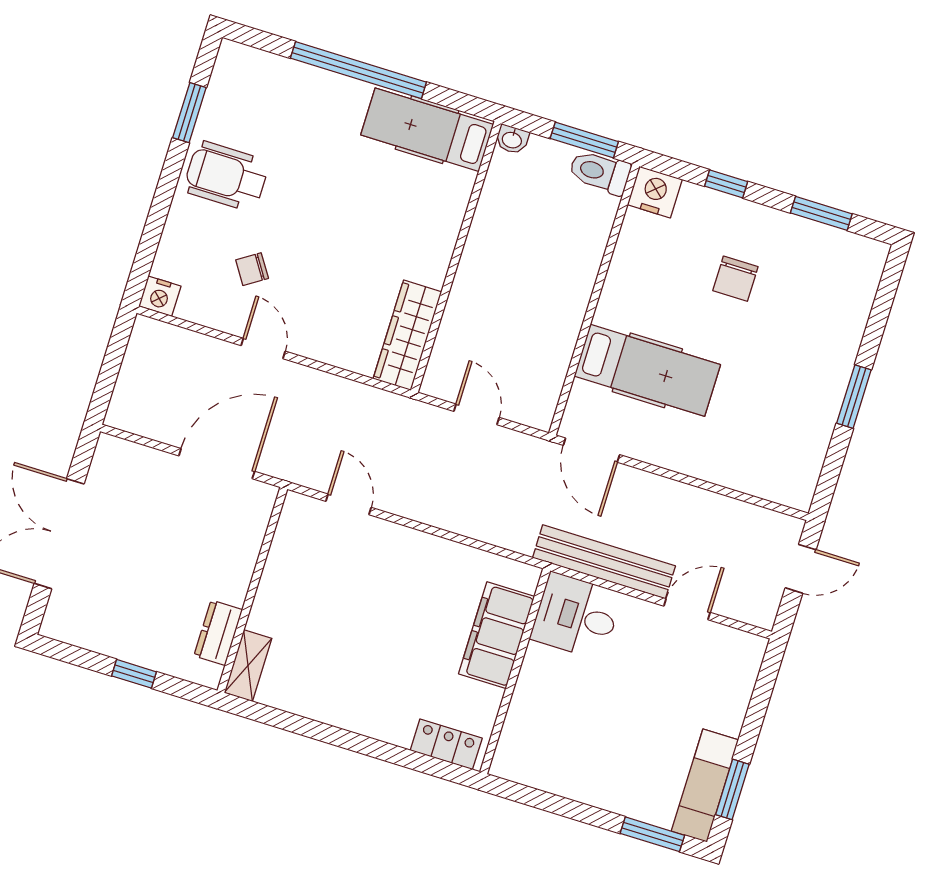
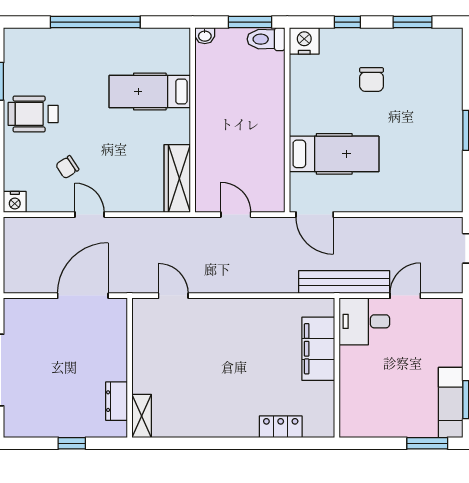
hospital bed: (427, 130) -> (150, 92), moved
desk: (576, 616) -> (364, 321), moved
filing cabinet: (497, 635) -> (318, 349), moved
wall: (515, 671) -> (337, 368), moved

